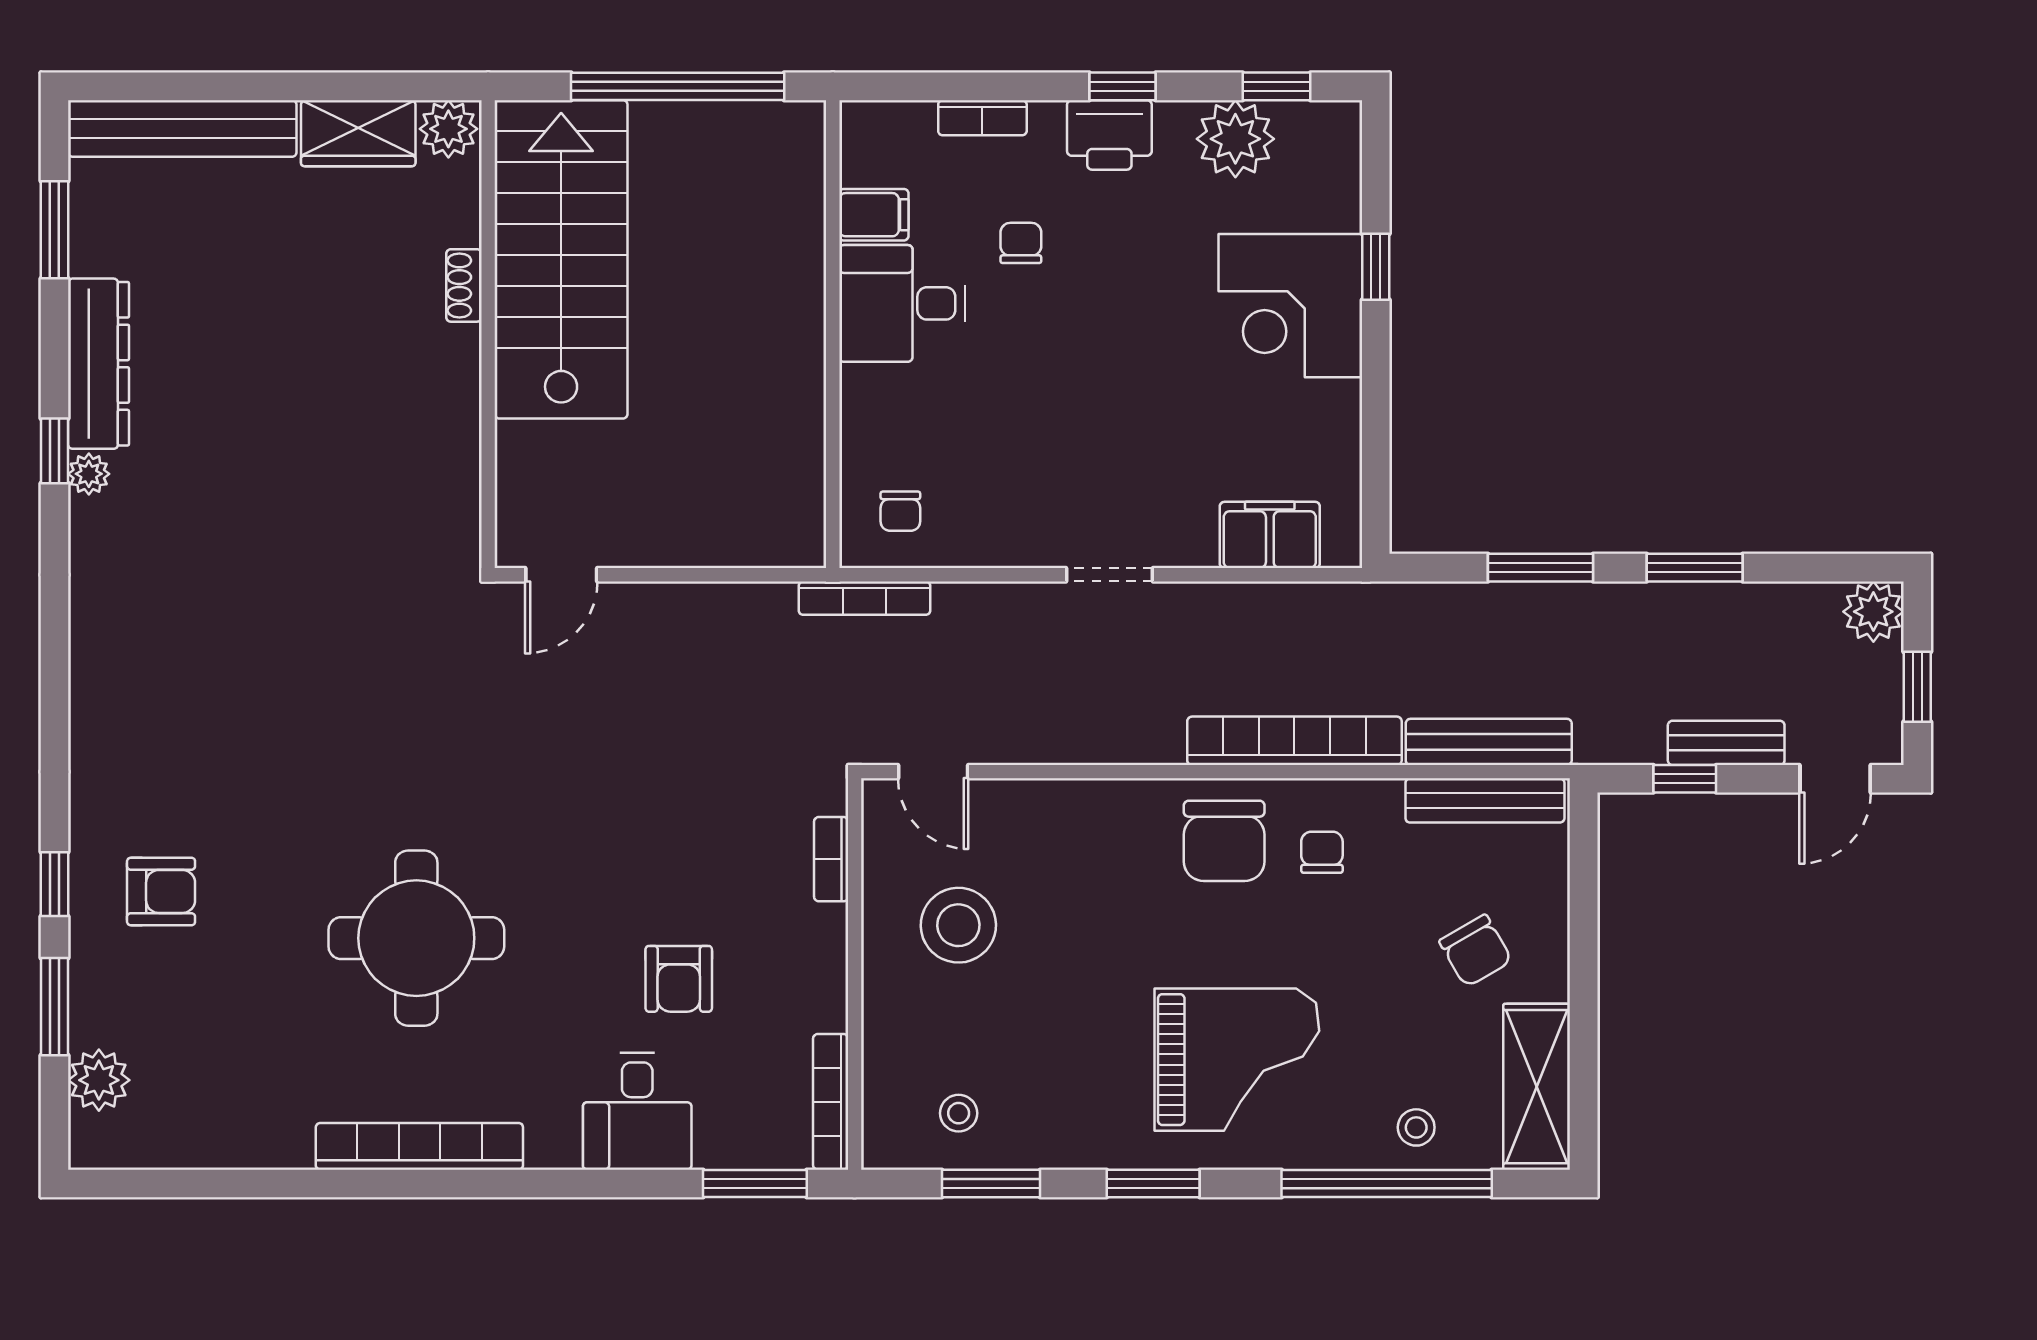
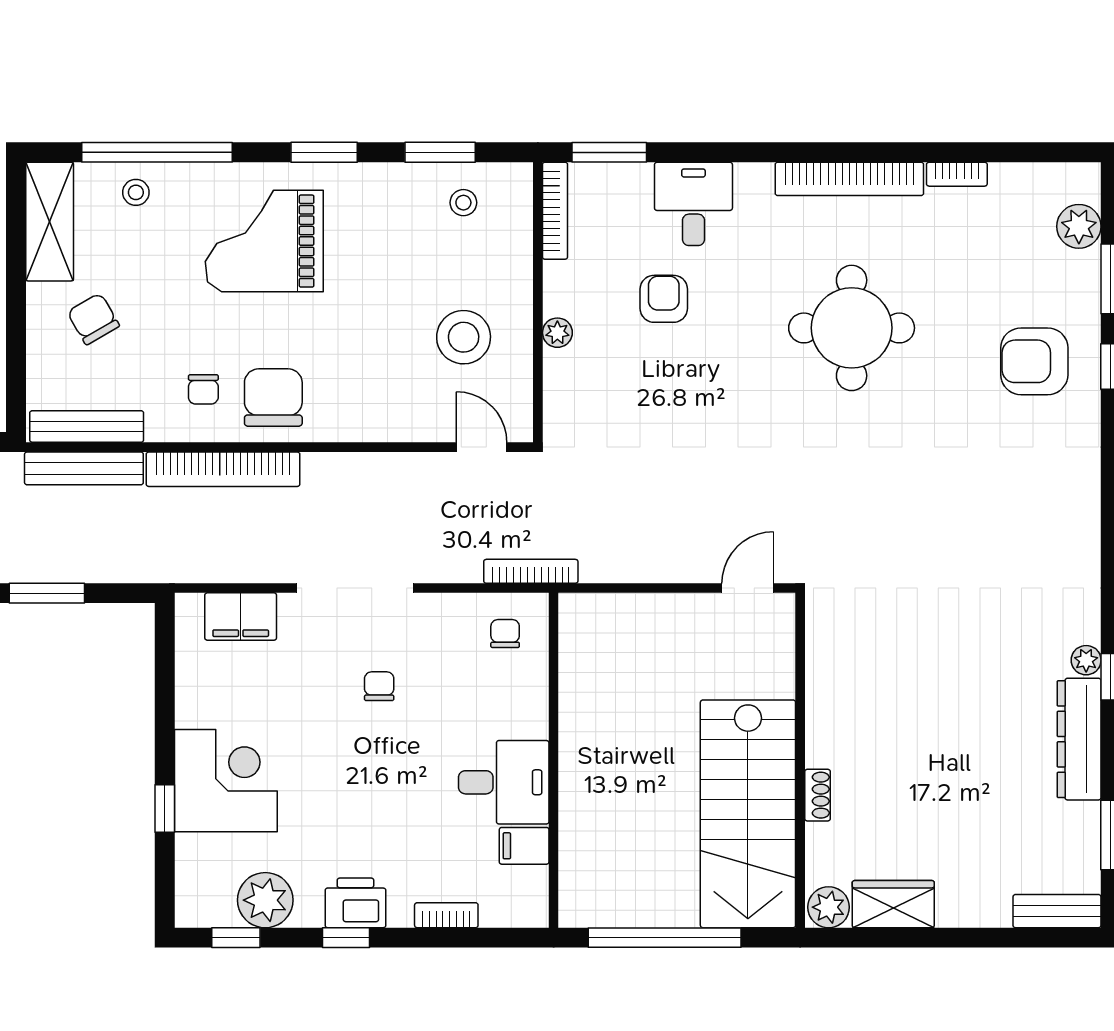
bench: (182, 128) -> (1057, 911), width x0.54, depth x0.82
chair: (1021, 243) -> (379, 686), moved, turned 180
doorway: (1110, 575) -> (355, 588), width x1.88
bookcase: (831, 859) -> (957, 174), moved, turned 90
armchair: (161, 891) -> (1034, 361), width x1.38, depth x1.38
plant: (827, 932) -> (557, 333), added

